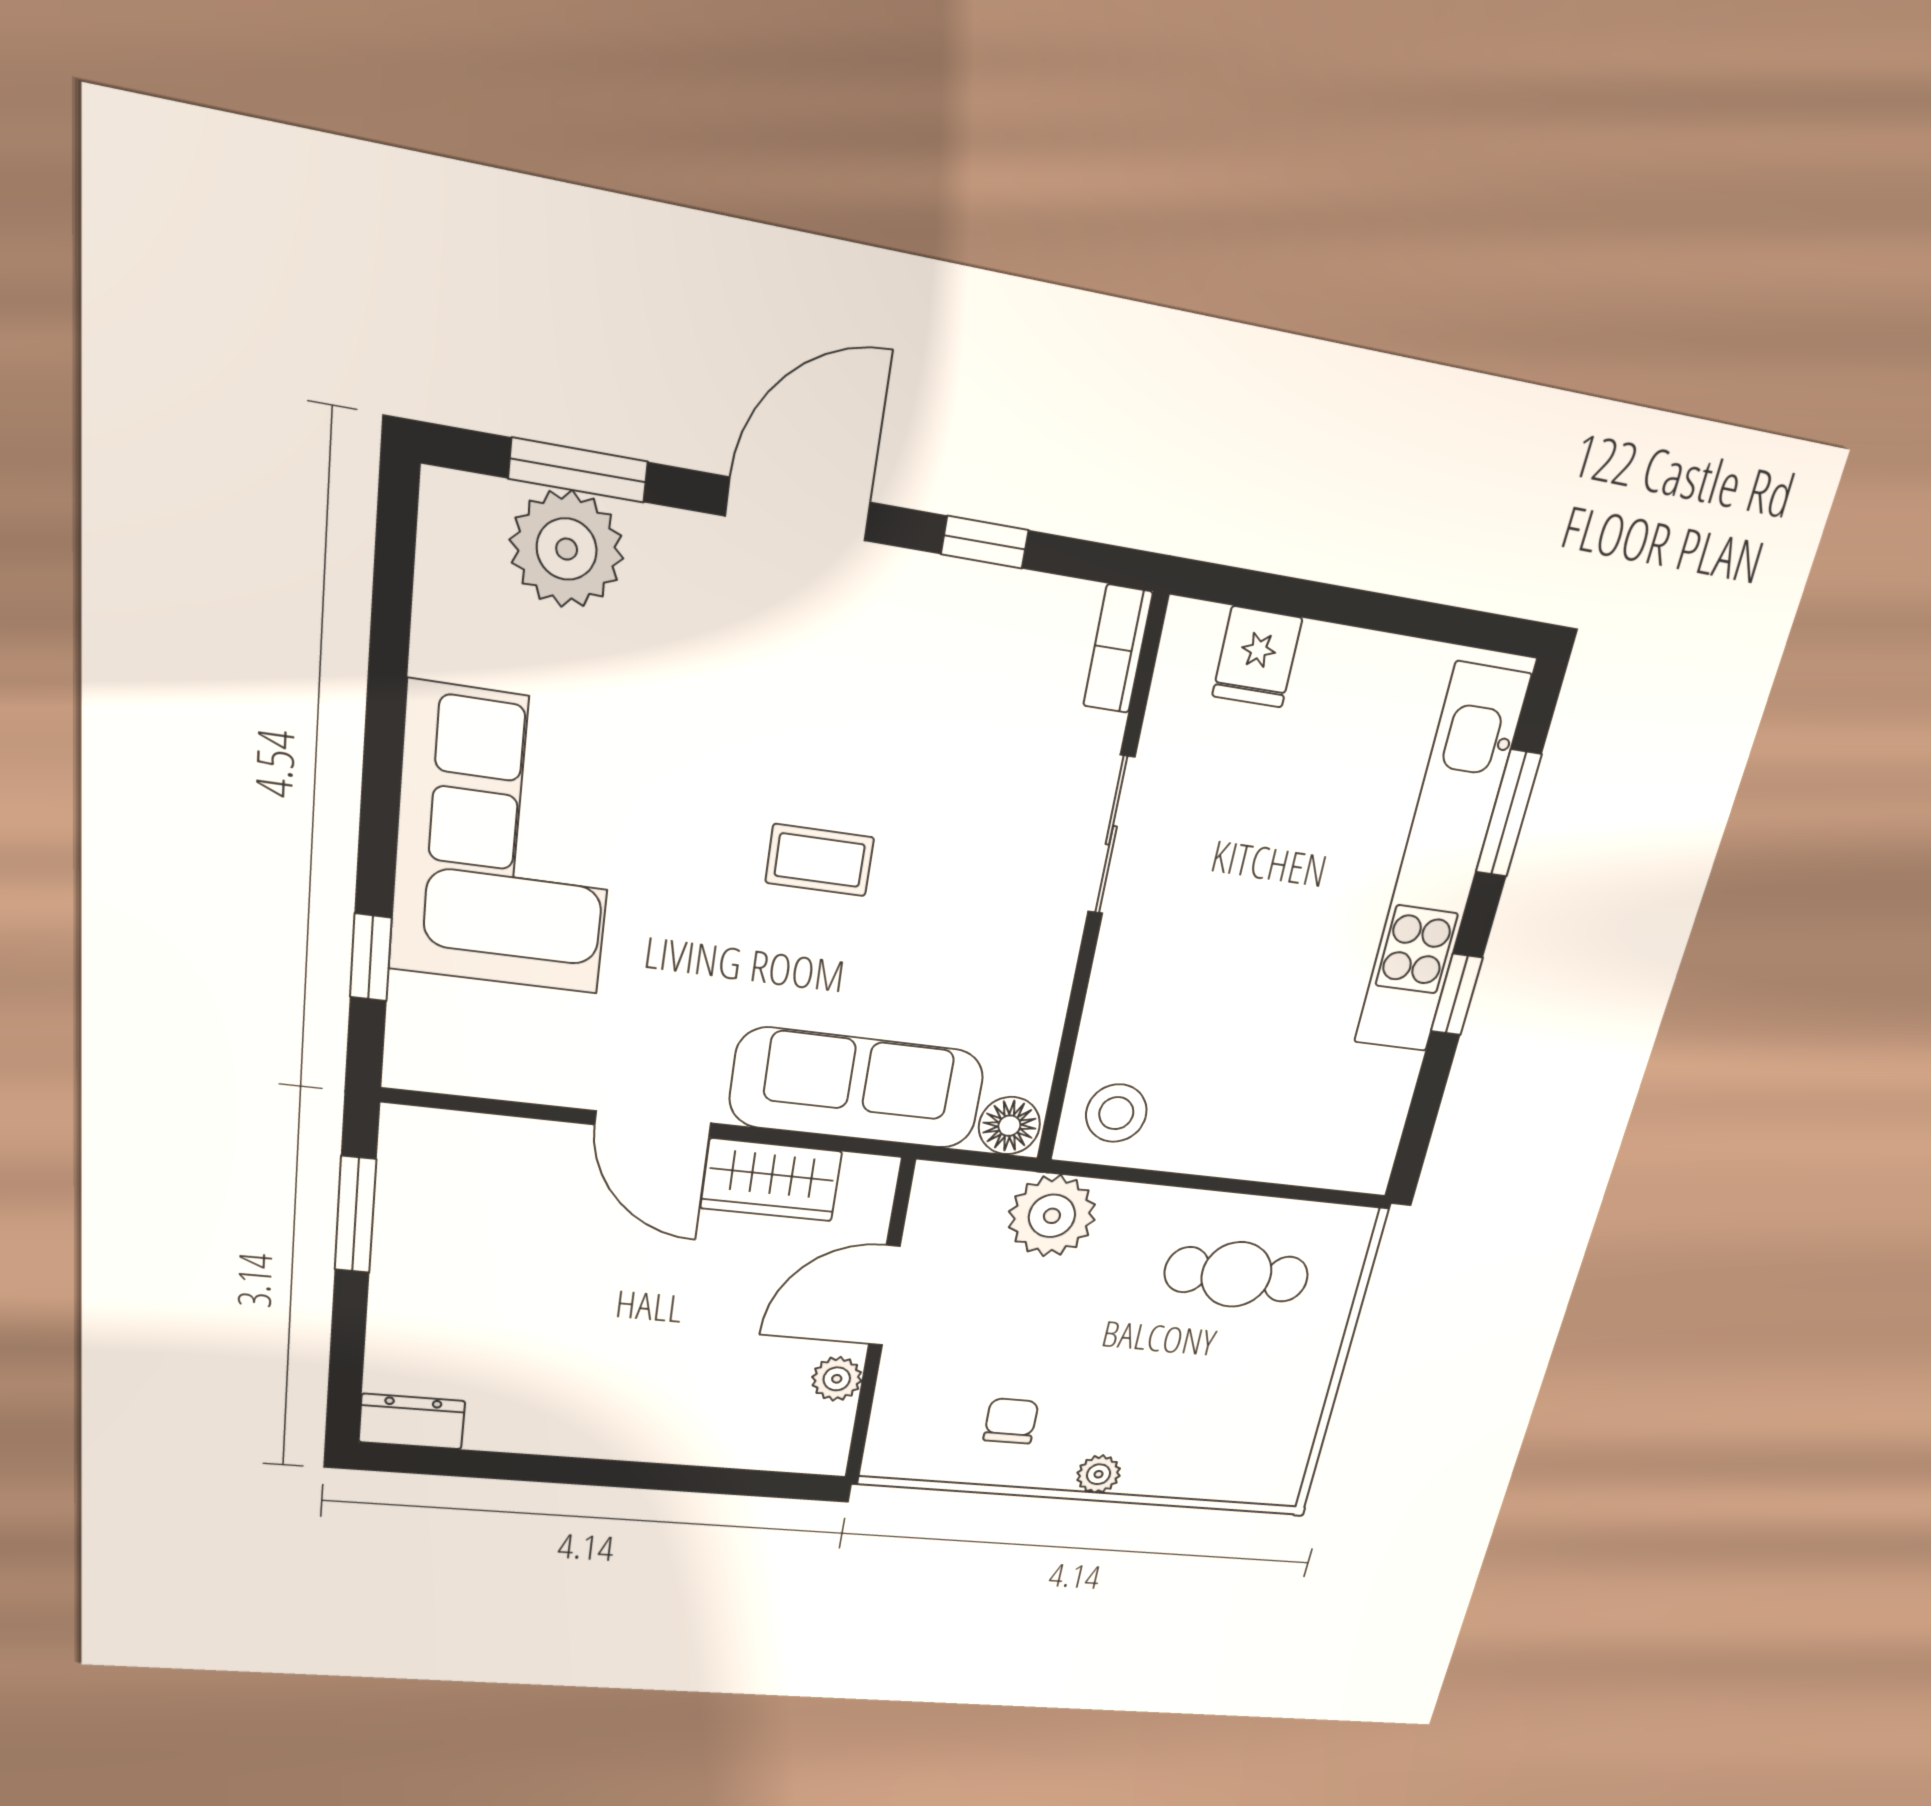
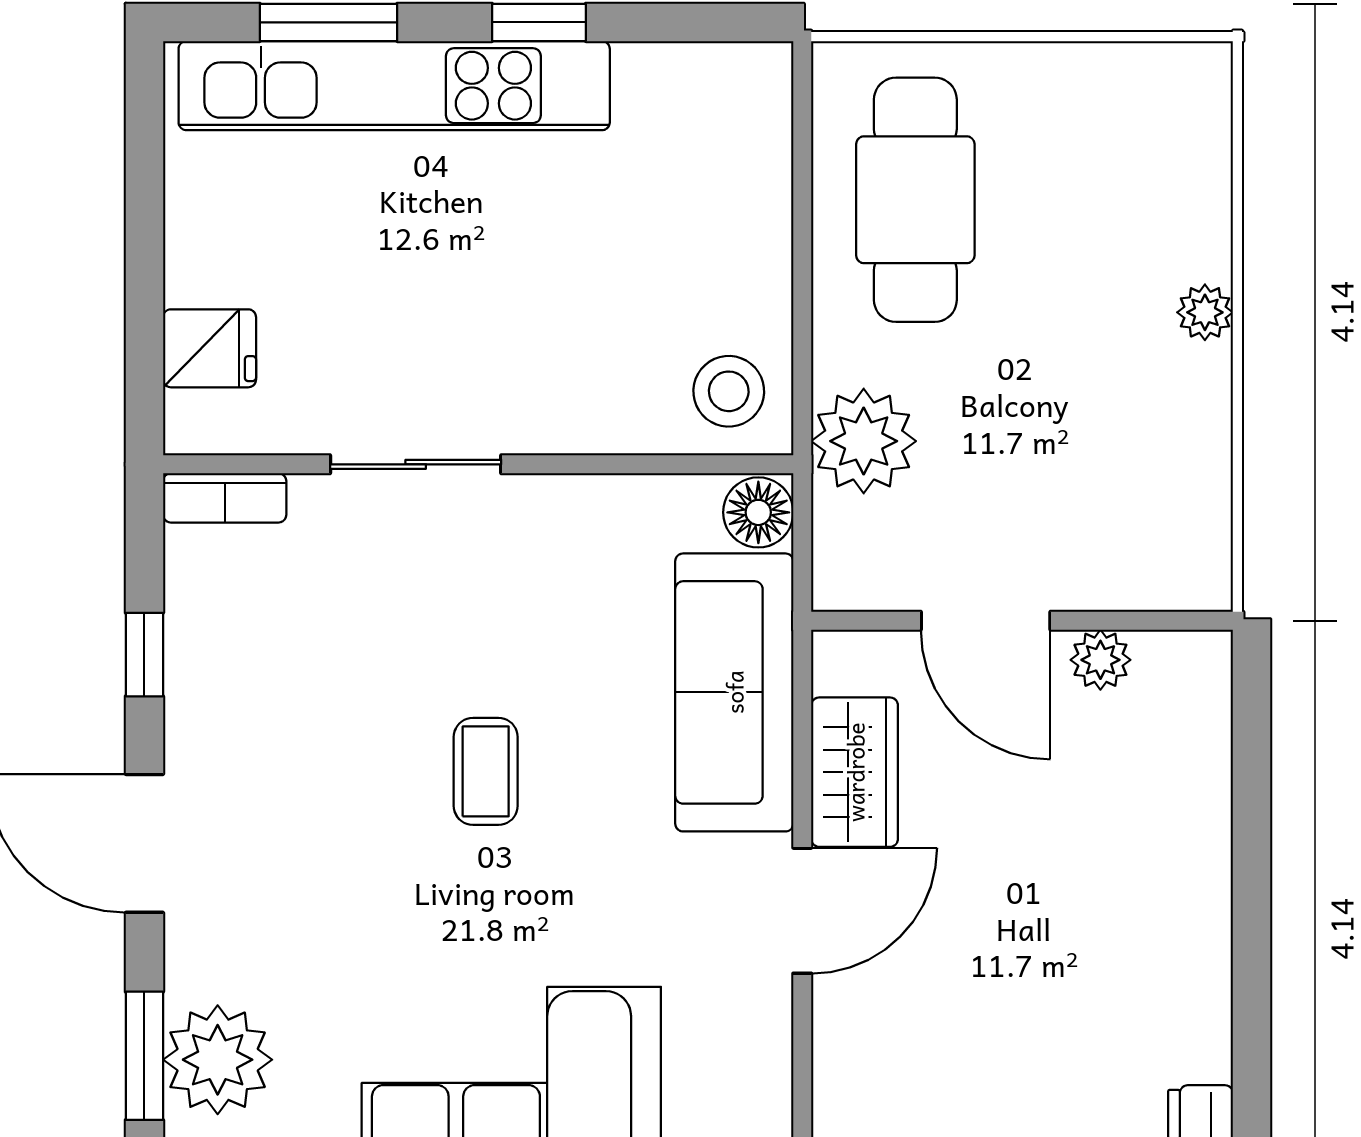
cafe table: (1236, 1274) -> (915, 200), width x1.37, depth x1.35
chair: (1011, 1421) -> (1139, 438), removed

